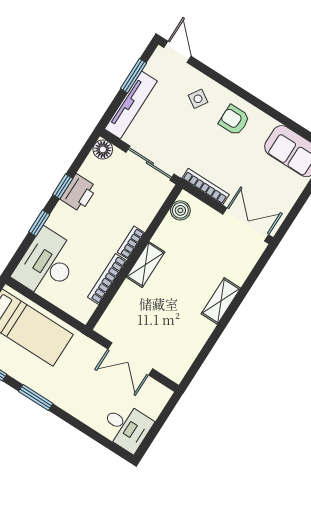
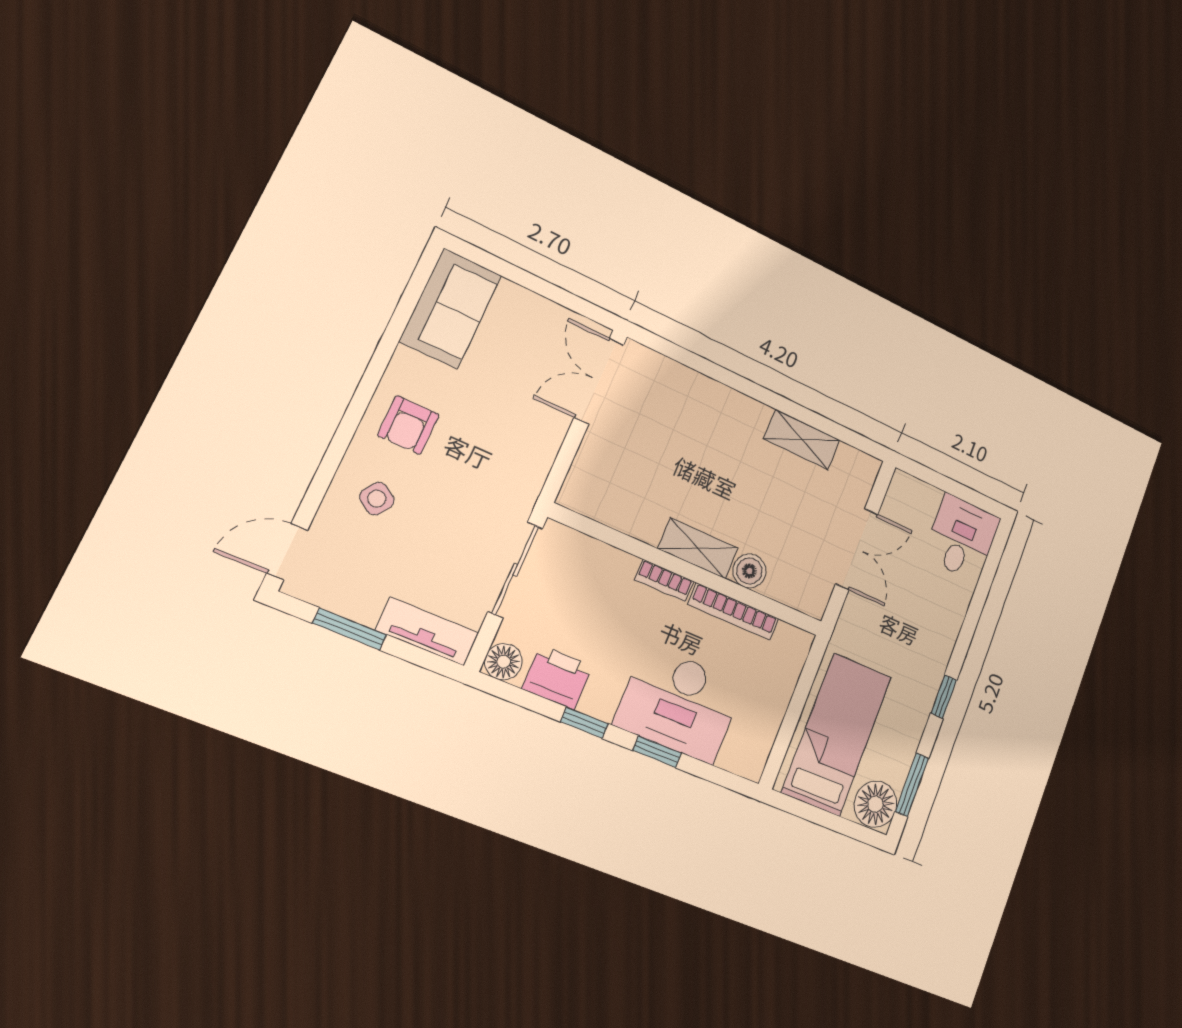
tv unit: (131, 105) -> (427, 631), width x0.71
bookcase: (206, 186) -> (542, 462), removed
printer: (79, 193) -> (557, 677), moved
boiler: (180, 210) -> (749, 571), moved
desk: (47, 264) -> (679, 704), moved
shelving: (221, 301) -> (802, 439), moved
window: (36, 398) -> (944, 697), width x0.67

